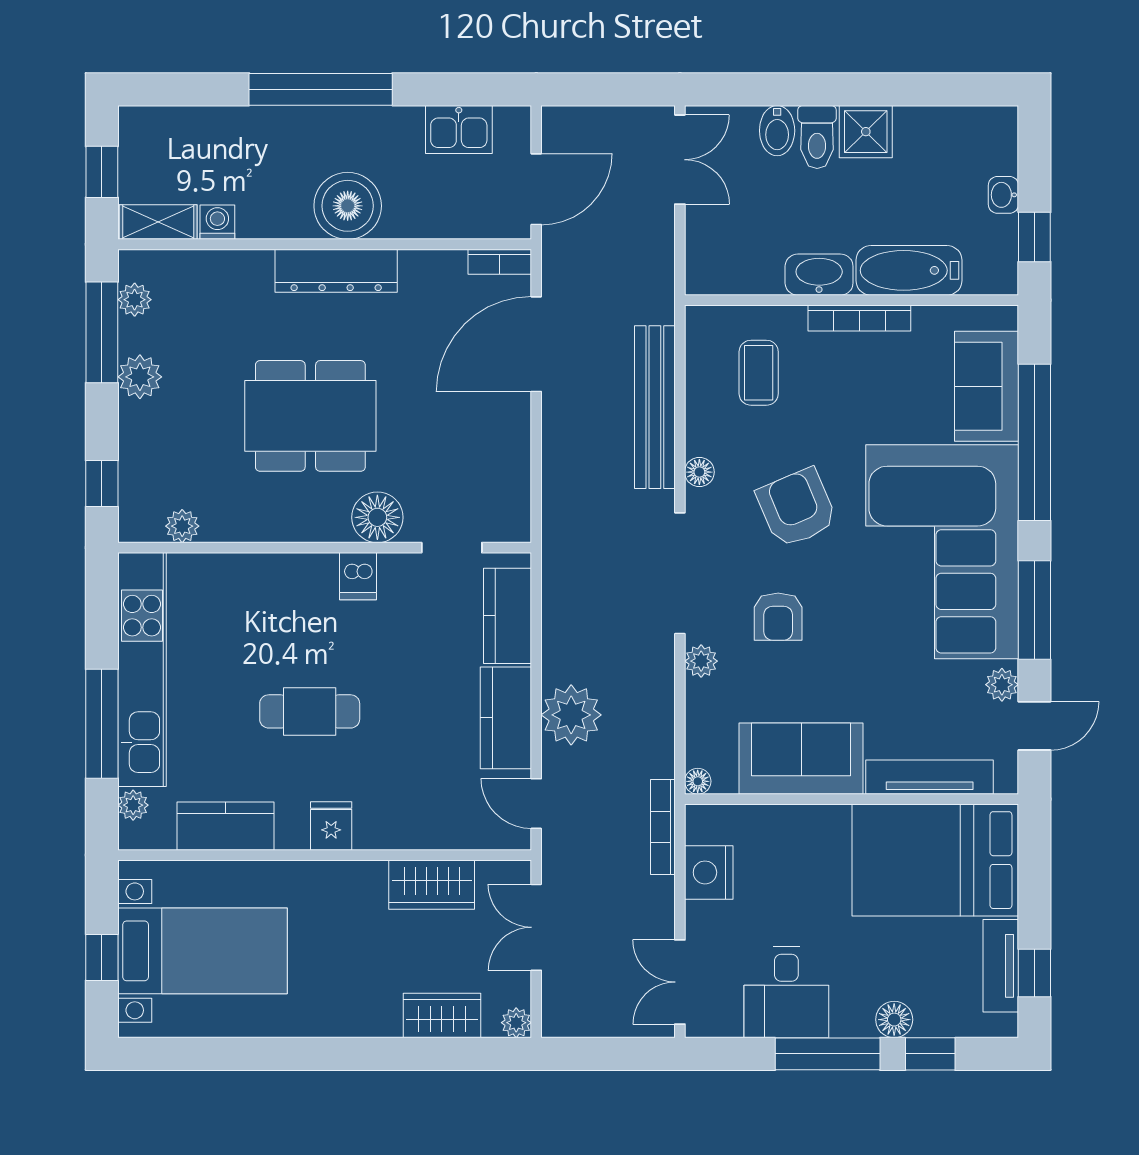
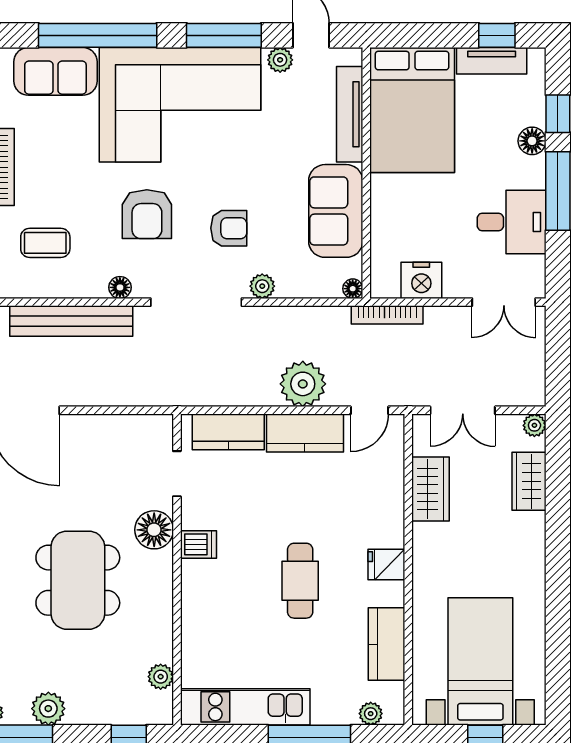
armchair: (797, 508) -> (147, 214), turned -67
kitchen unit: (142, 670) -> (245, 707), width x0.73

